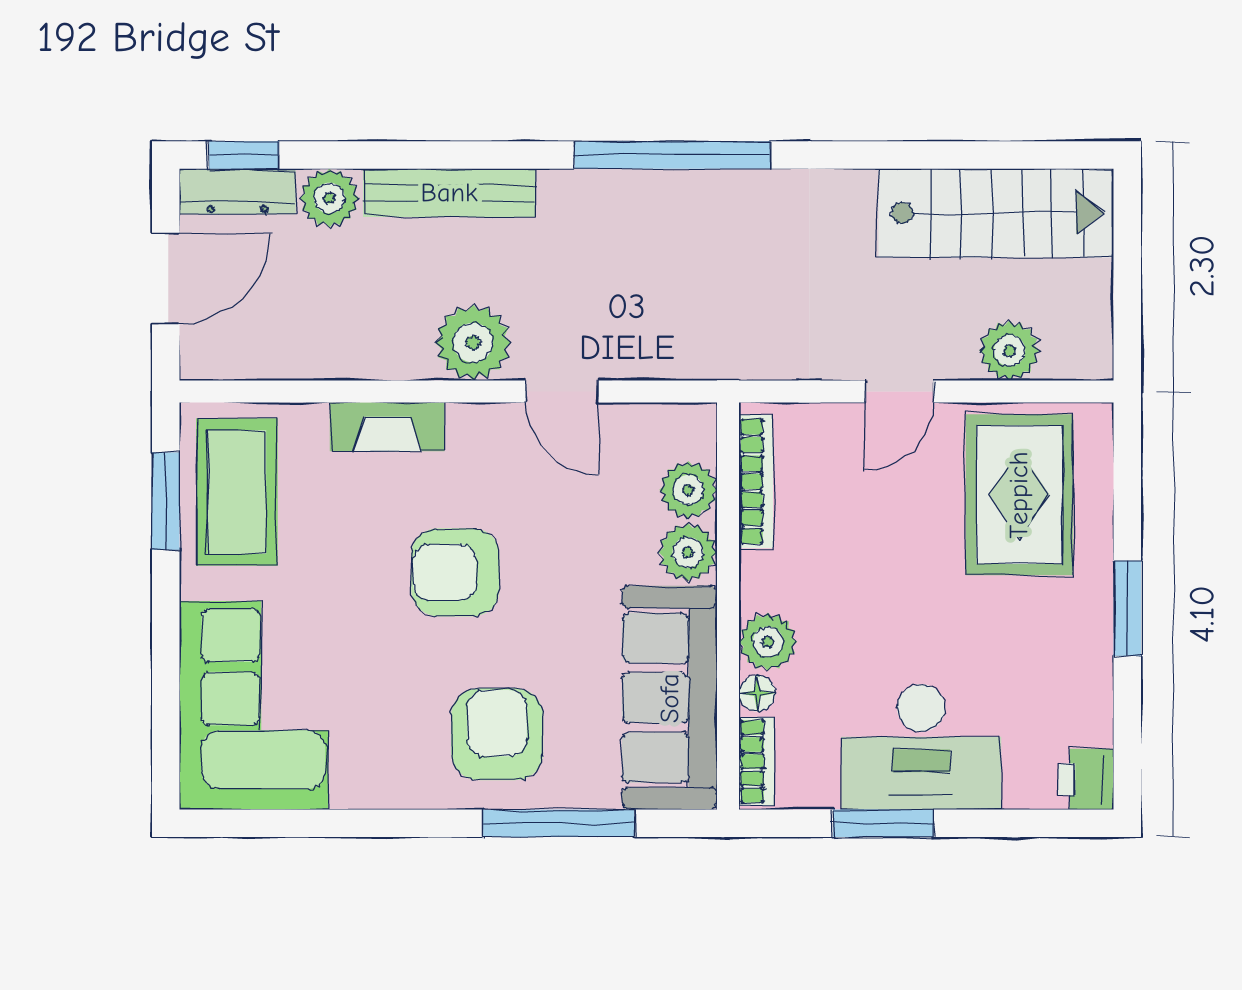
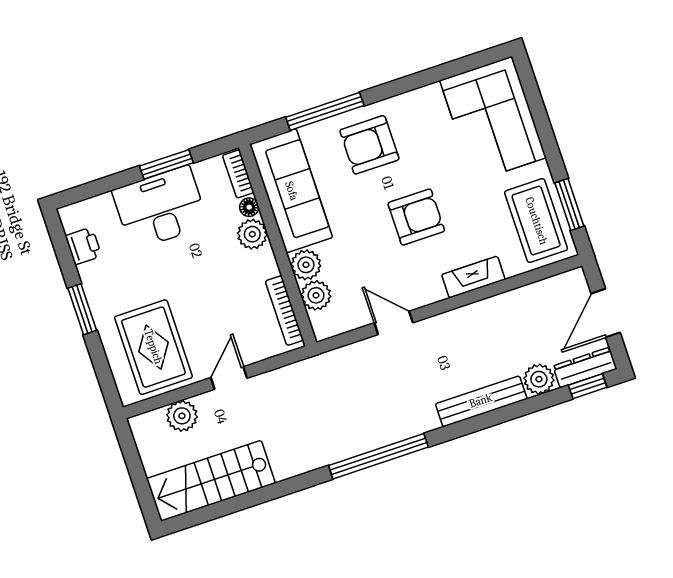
plant: (473, 343) -> (445, 332), removed
armchair: (497, 734) -> (369, 145), turned 90
printer: (1086, 779) -> (83, 246), moved

